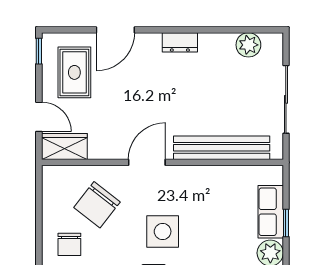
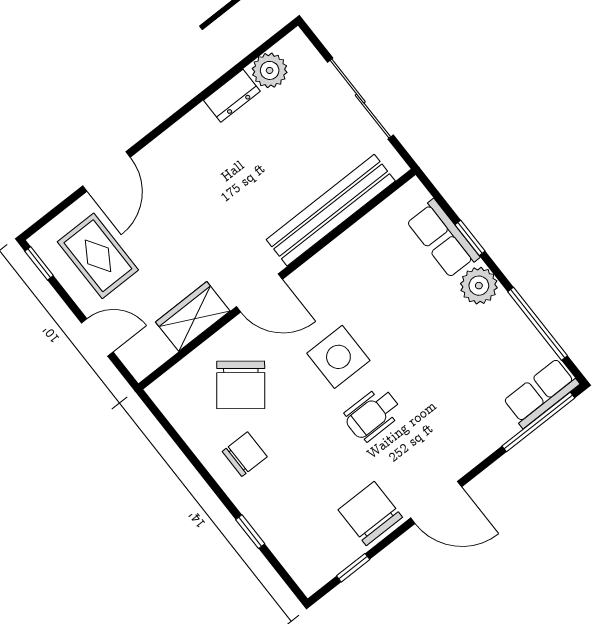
dresser: (180, 42) -> (232, 96), moved
wardrobe: (64, 147) -> (193, 316), moved
door: (147, 162) -> (259, 293), swing flipped
chair: (69, 244) -> (245, 454), turned -90

